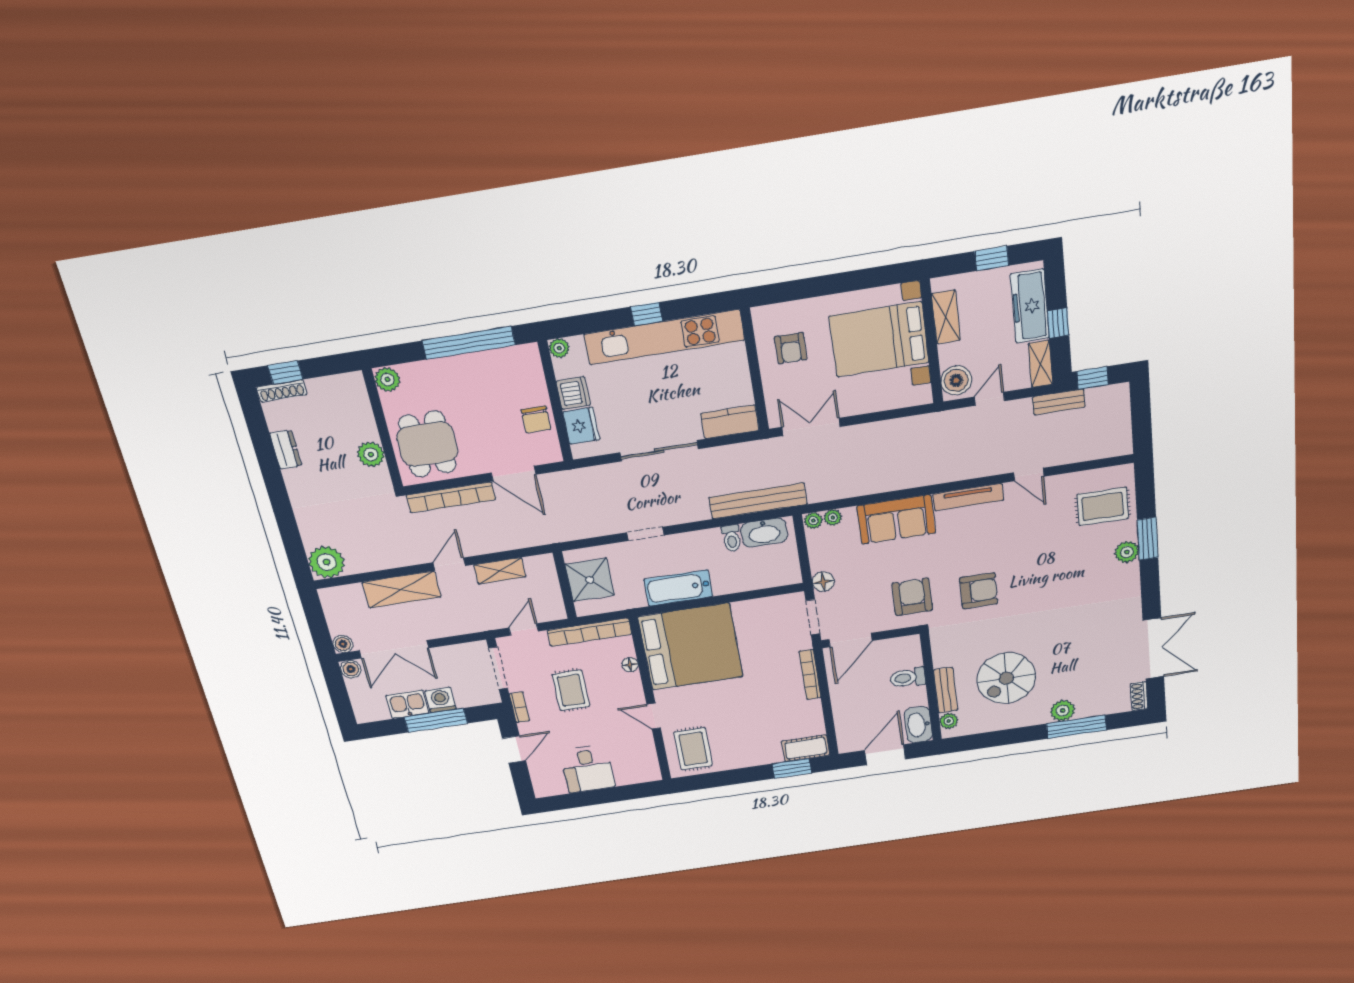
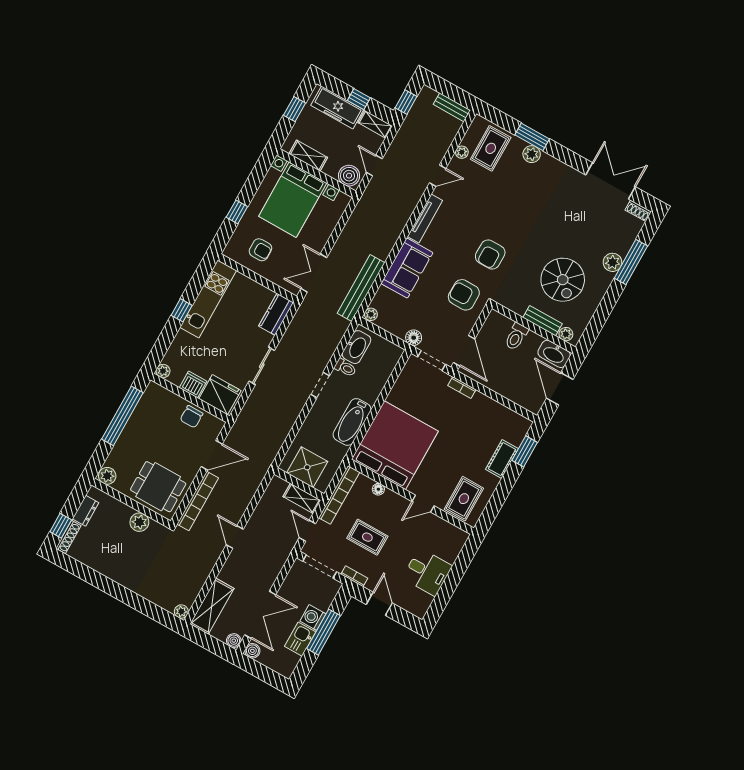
window: (814, 287) -> (237, 212), added
kitchen unit: (664, 337) -> (208, 299), width x0.73
bench: (1059, 402) -> (452, 107), moved, turned 90
chair: (536, 420) -> (191, 417), turned 90
fridge: (581, 426) -> (220, 395), width x1.36, depth x1.34
dresser: (286, 449) -> (86, 511), moved, turned 90
sliding door: (659, 451) -> (262, 366), width x0.73
bench: (758, 501) -> (361, 288), moved
plant: (833, 517) -> (462, 152), moved
doorway: (645, 534) -> (320, 385), moved
plant: (327, 562) -> (181, 612), width x0.53, depth x0.53
shelving: (500, 571) -> (302, 498), moved, turned 90
shelving: (402, 590) -> (212, 606), moved
armchair: (979, 591) -> (490, 255), turned 180
bookcase: (810, 675) -> (462, 388), width x0.64
cot: (806, 748) -> (502, 459), moved
rug: (693, 749) -> (464, 499), turned 90

